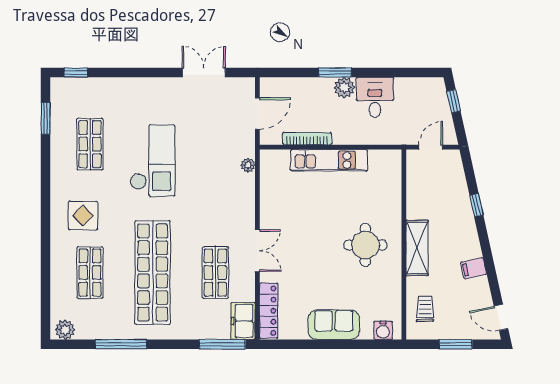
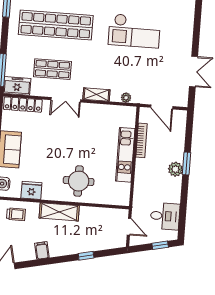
desk: (375, 97) -> (165, 216), moved
shelving: (247, 207) -> (96, 95), added
round table: (365, 245) -> (79, 181), moved
fridge: (390, 289) -> (31, 190), added

